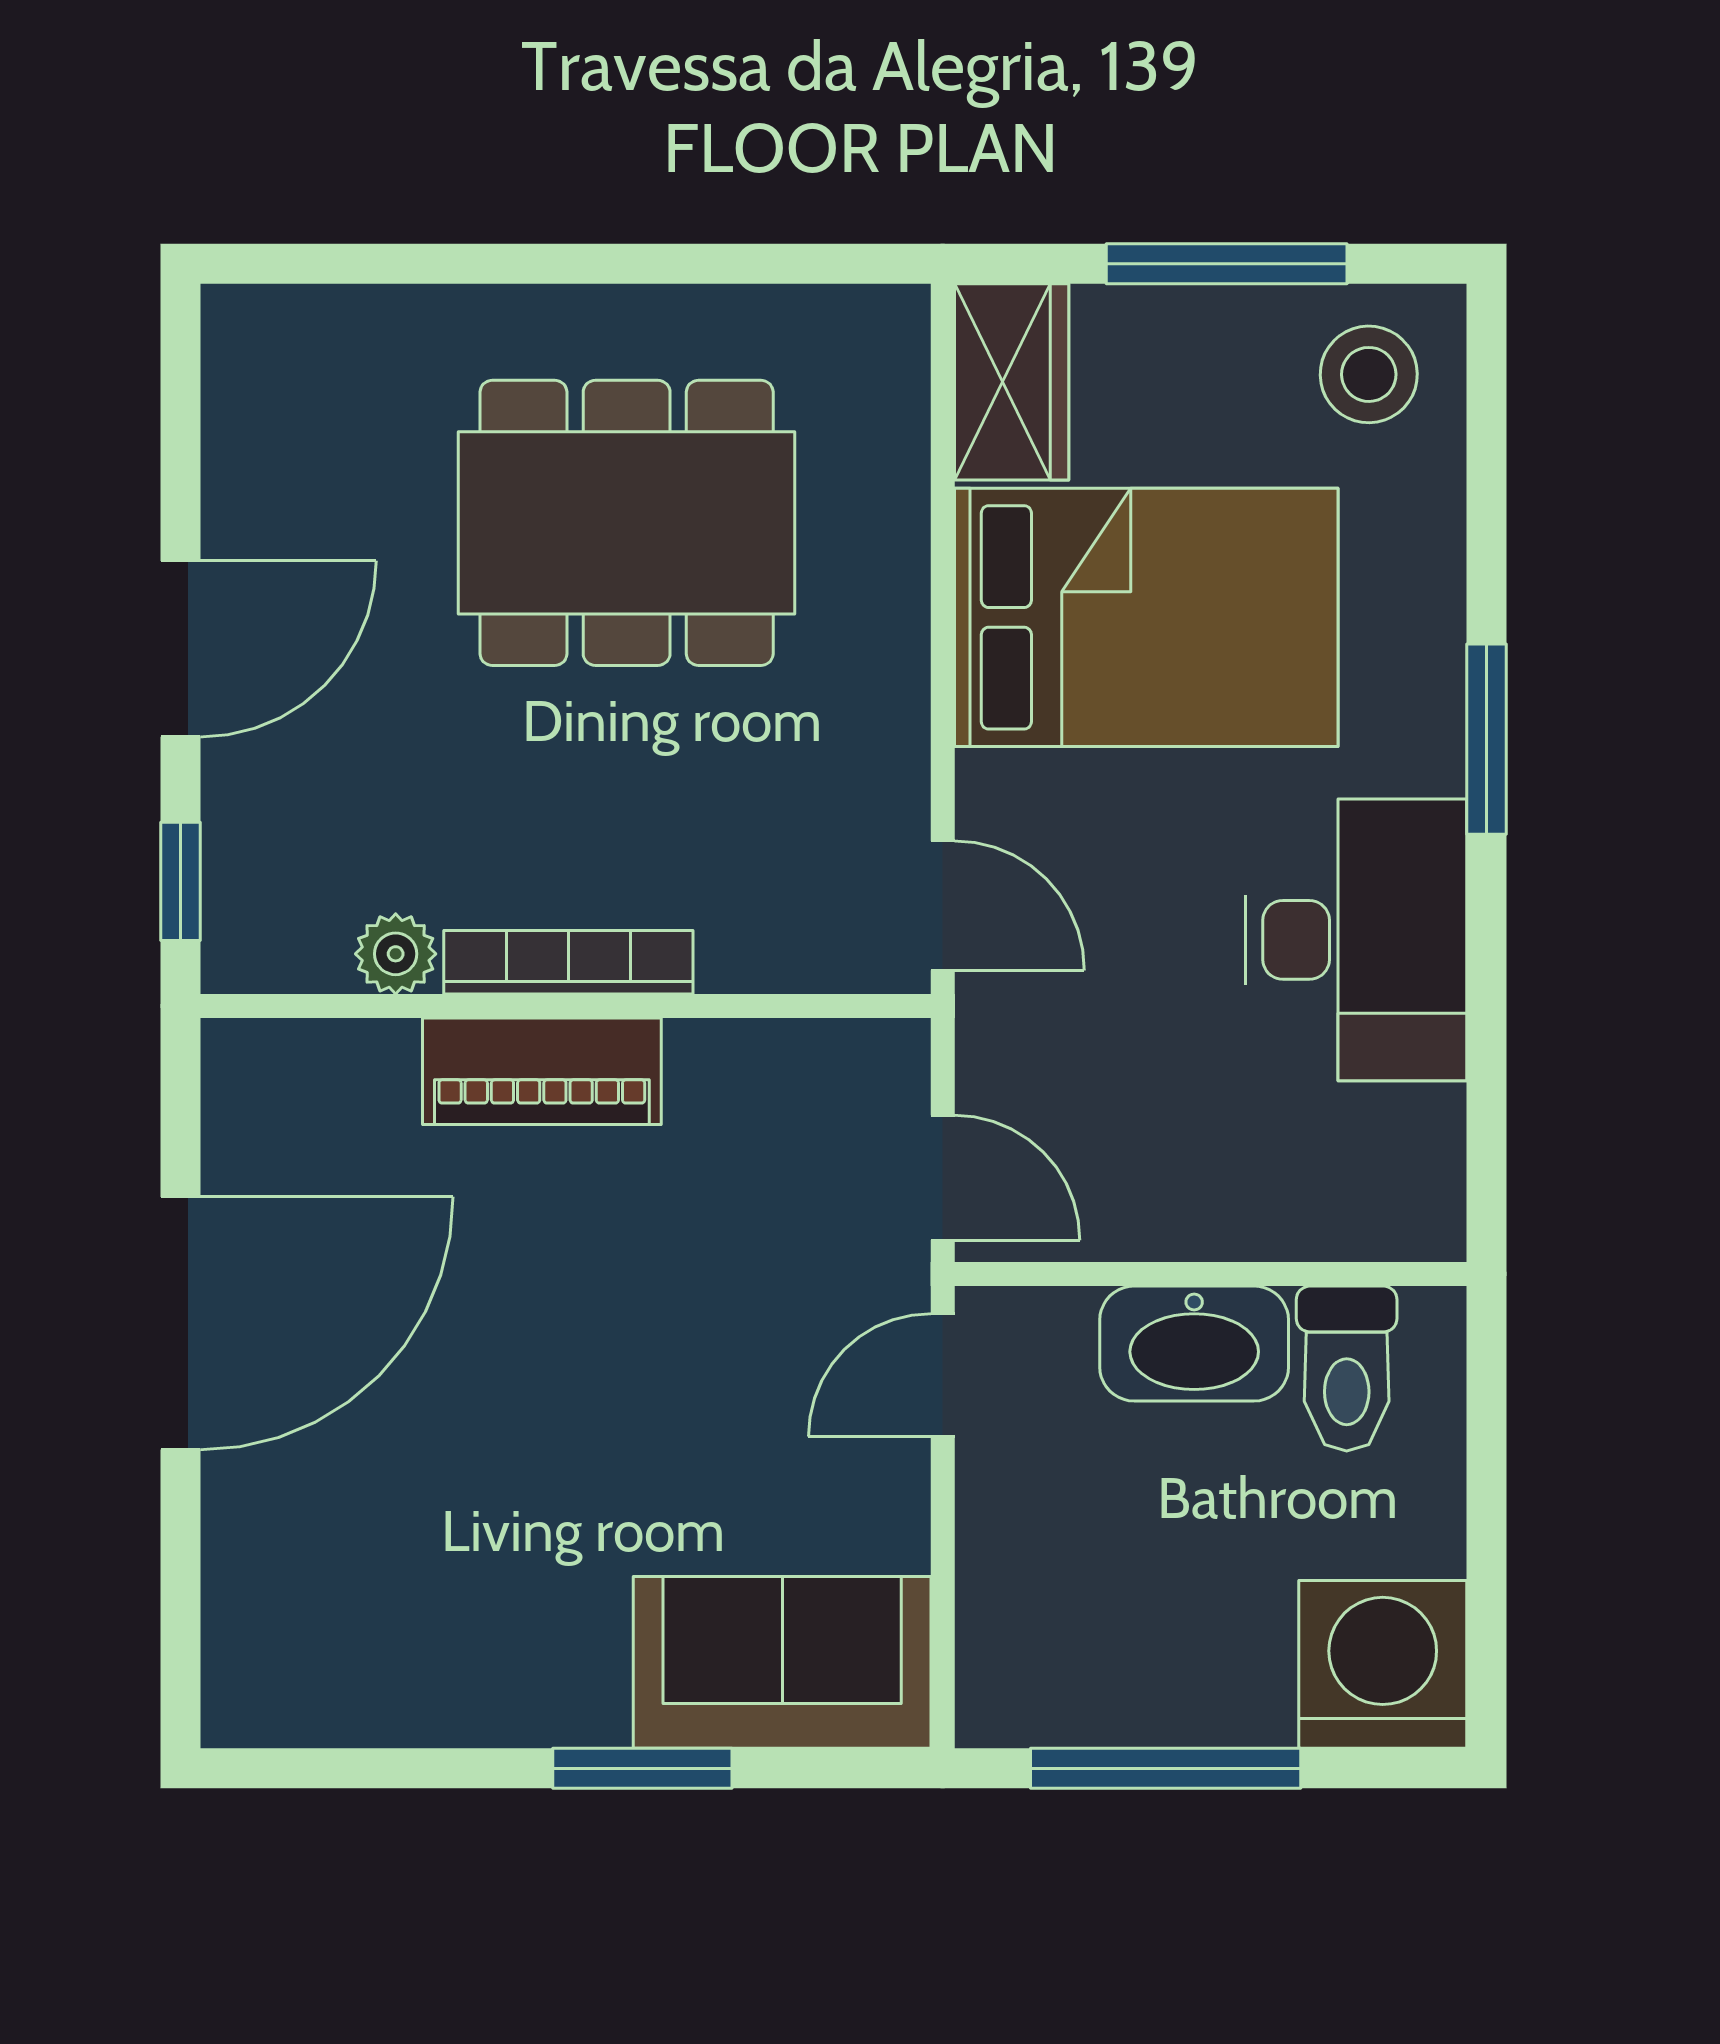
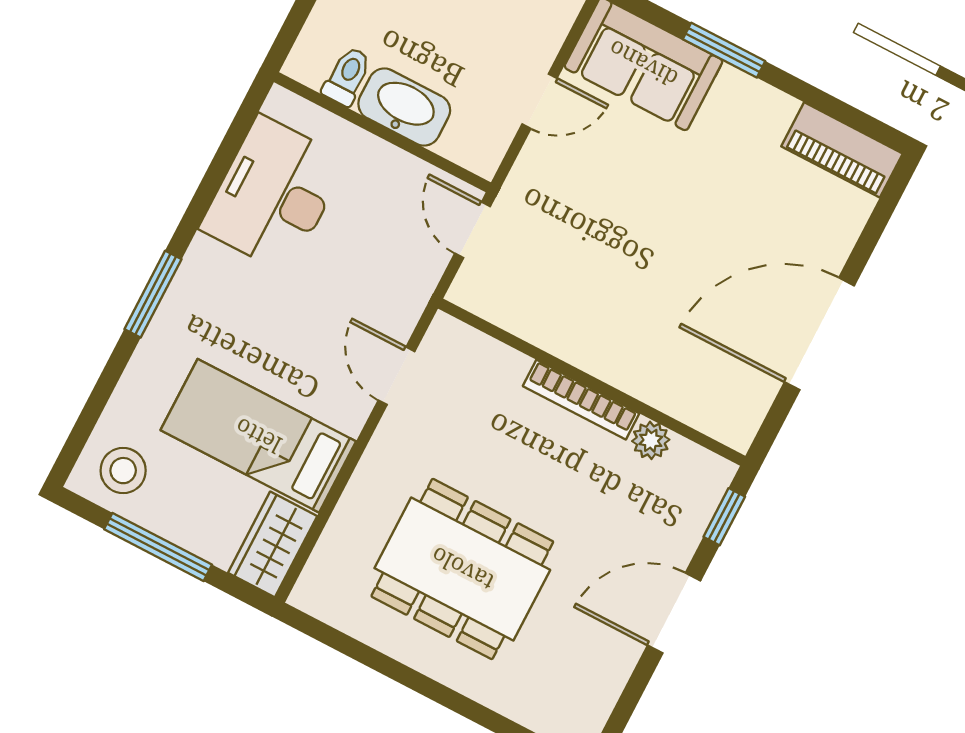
bed: (1146, 617) -> (258, 436), width x0.67
door: (943, 906) -> (397, 376), moved
desk: (1356, 940) -> (274, 194), moved
piano: (542, 1071) -> (842, 150), moved, turned 180
toilet: (1347, 1369) -> (347, 76), width x0.73, depth x0.72
door: (943, 1375) -> (540, 101), moved

